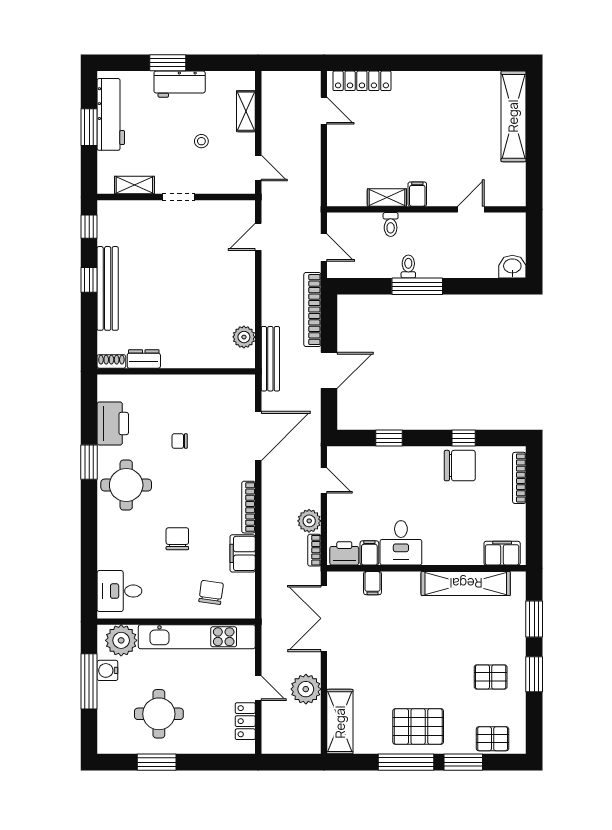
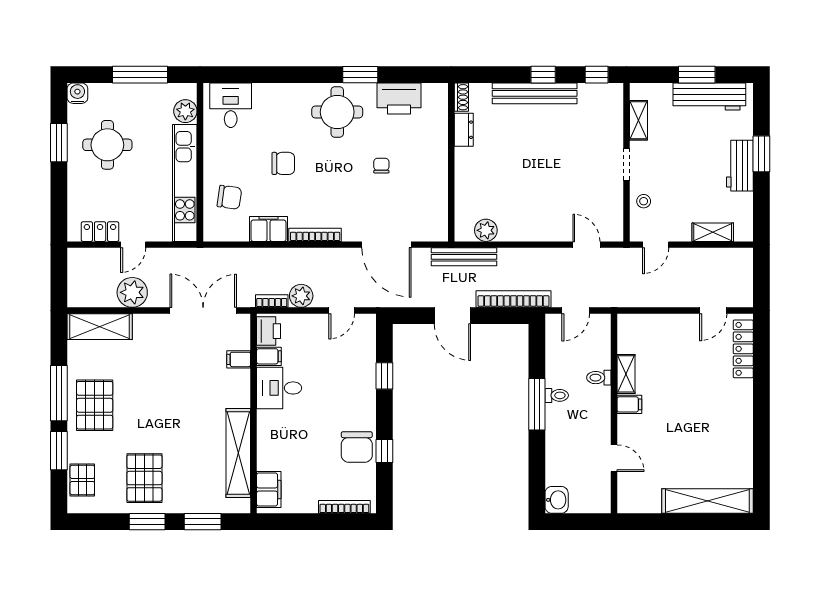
stool: (201, 141) -> (644, 201), moved
plant: (121, 640) -> (185, 111), width x0.73, depth x0.73
water cooler: (107, 670) -> (77, 93), moved
pallet: (491, 677) -> (144, 478), width x1.50, depth x1.42

